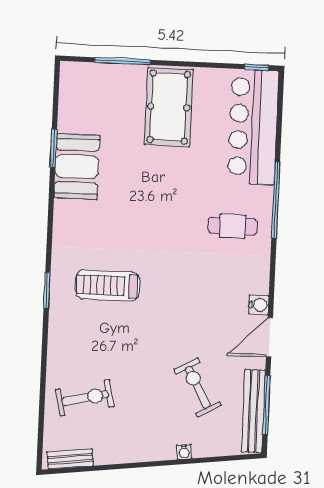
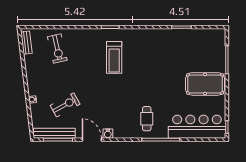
booth: (77, 166) -> (173, 39), removed
treadmill: (107, 285) -> (114, 57), turned 180

